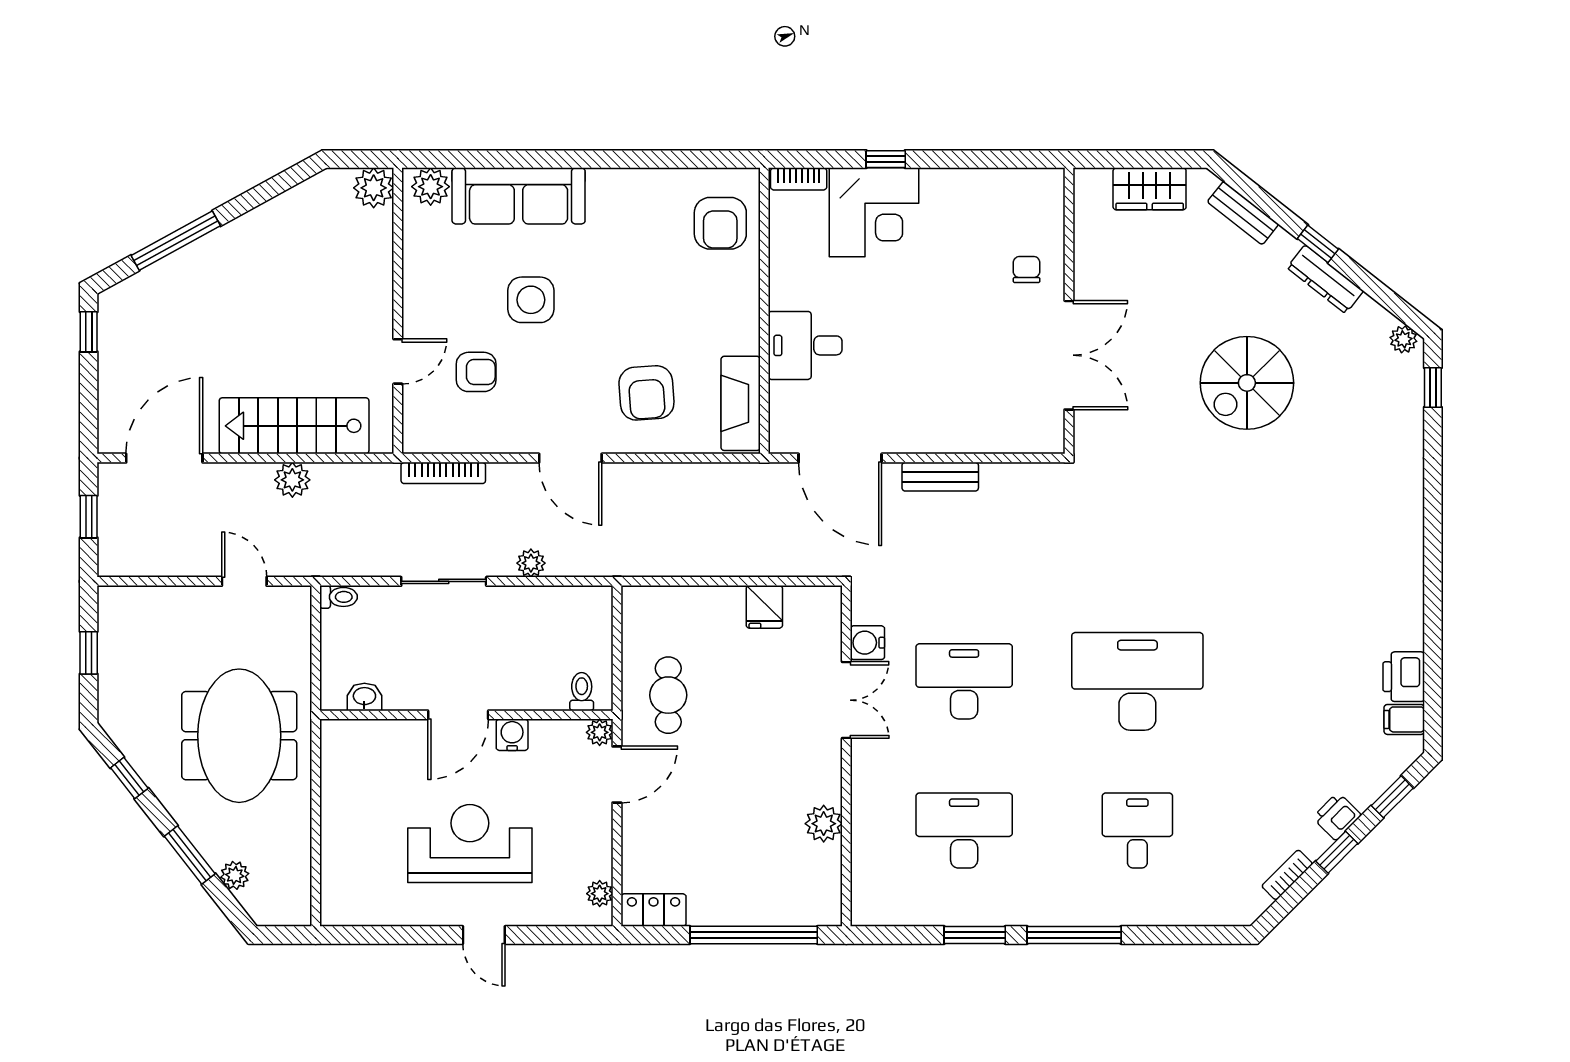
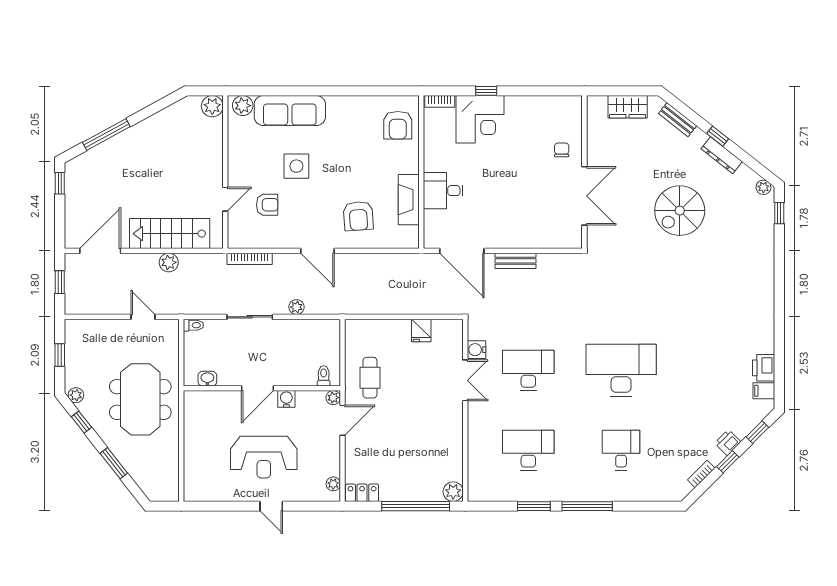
fireplace: (741, 403) -> (409, 200), moved
plant: (824, 824) -> (453, 492), moved
reception desk: (470, 843) -> (264, 457), turned 180
plant: (235, 875) -> (76, 395), moved

